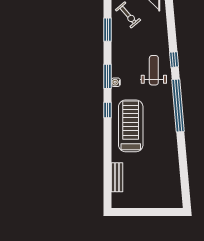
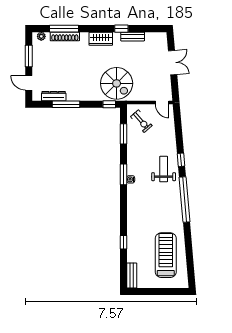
window: (107, 110) -> (124, 242), moved
treadmill: (131, 126) -> (166, 255), moved
bench: (117, 177) -> (132, 275), moved

